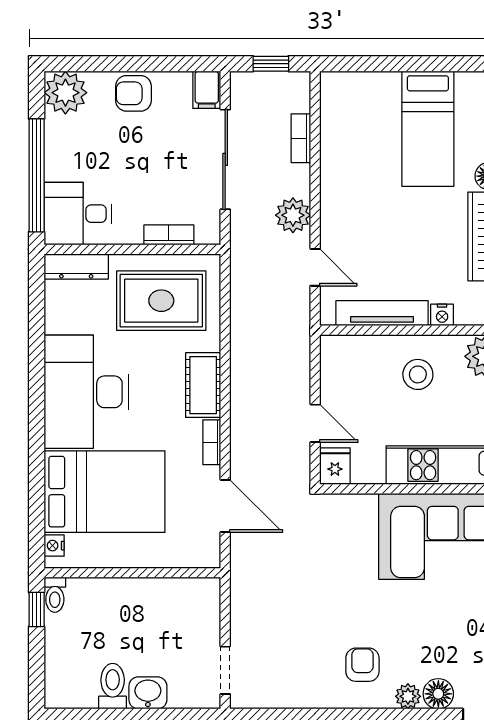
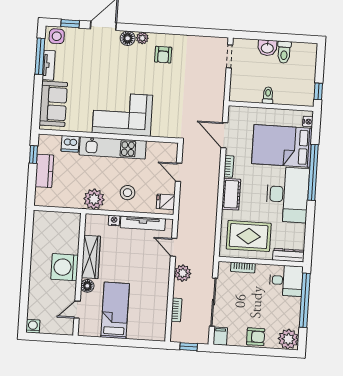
window: (37, 441) -> (313, 172), added
fridge: (335, 466) -> (166, 202), moved, turned 90
toilet: (55, 595) -> (268, 95), moved

